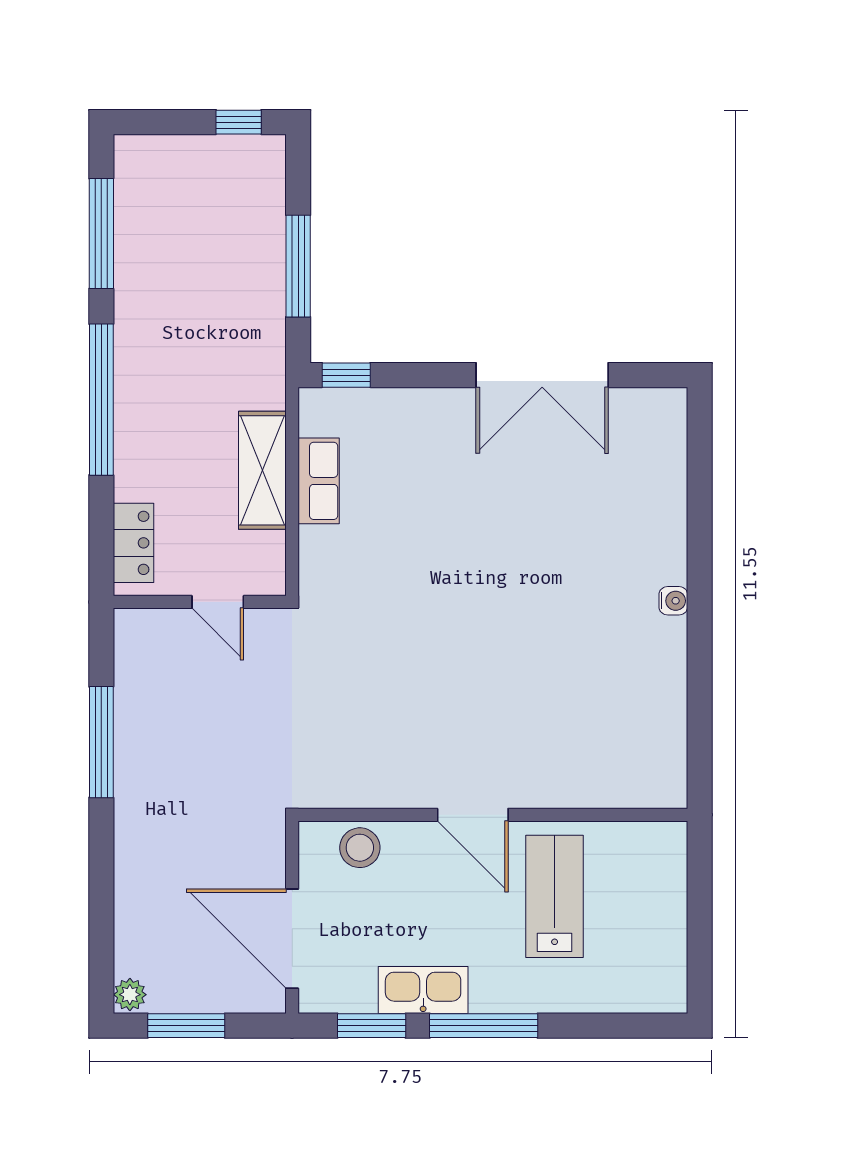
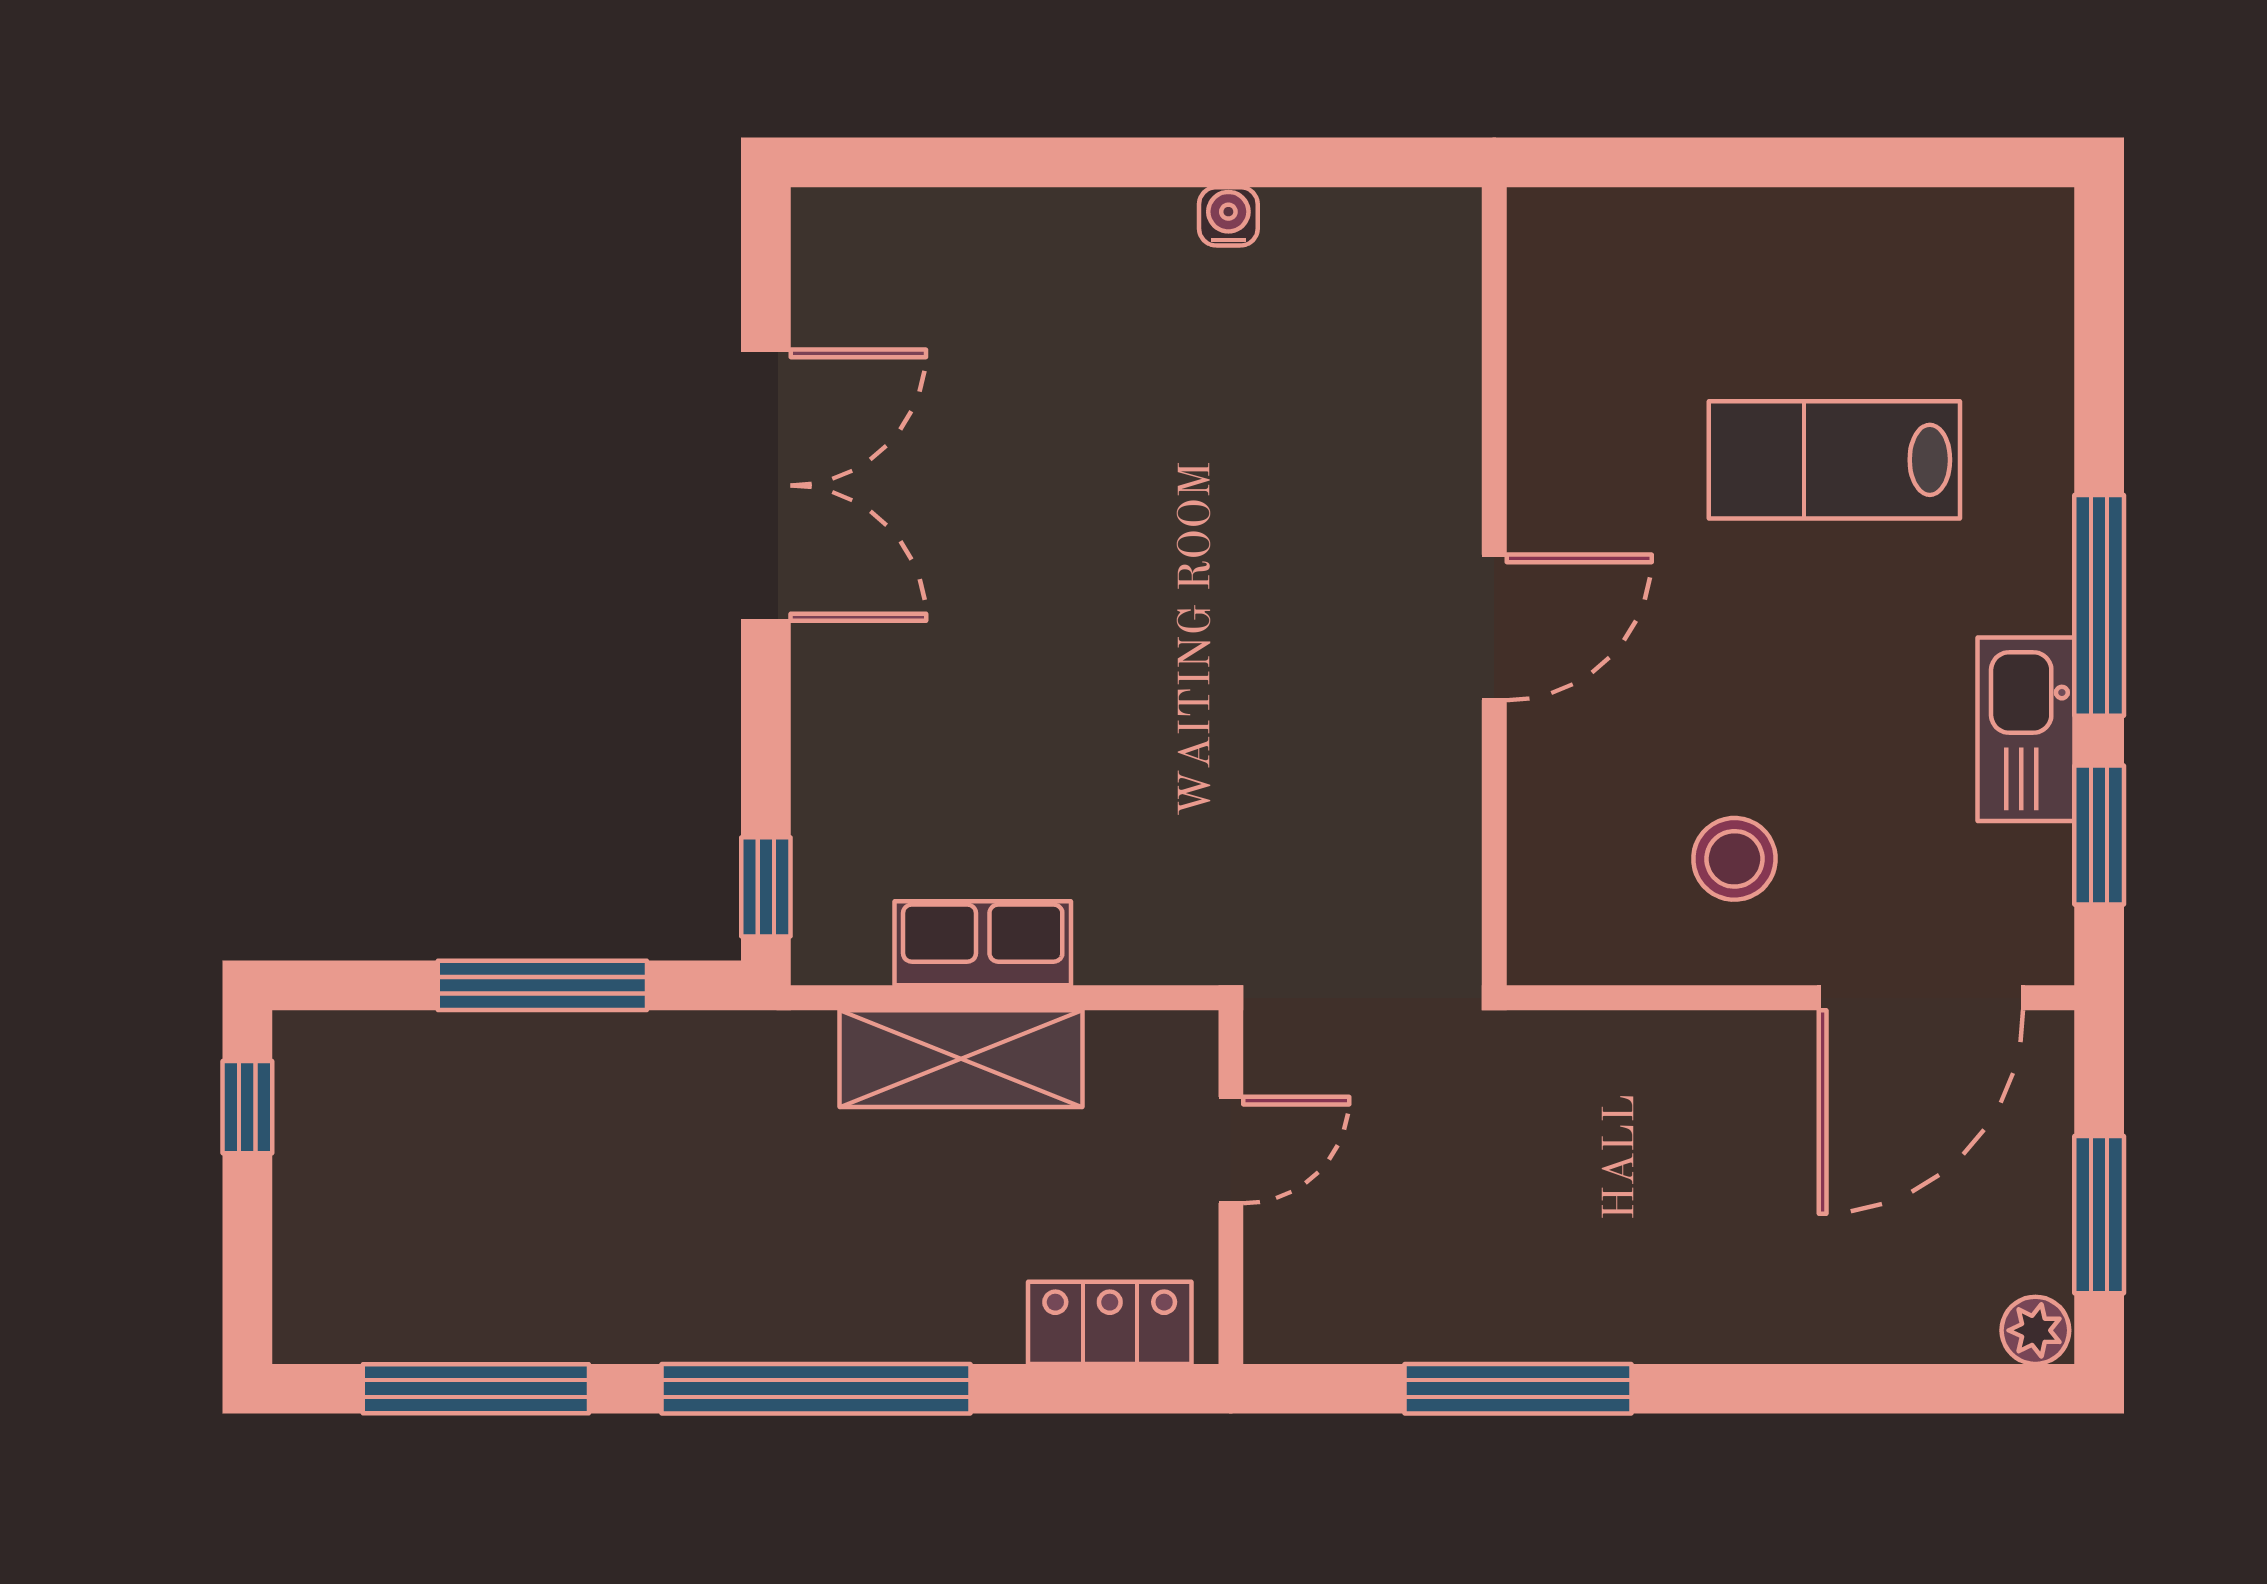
door: (473, 815) -> (1494, 627), moved
wall: (493, 815) -> (1494, 586), moved

